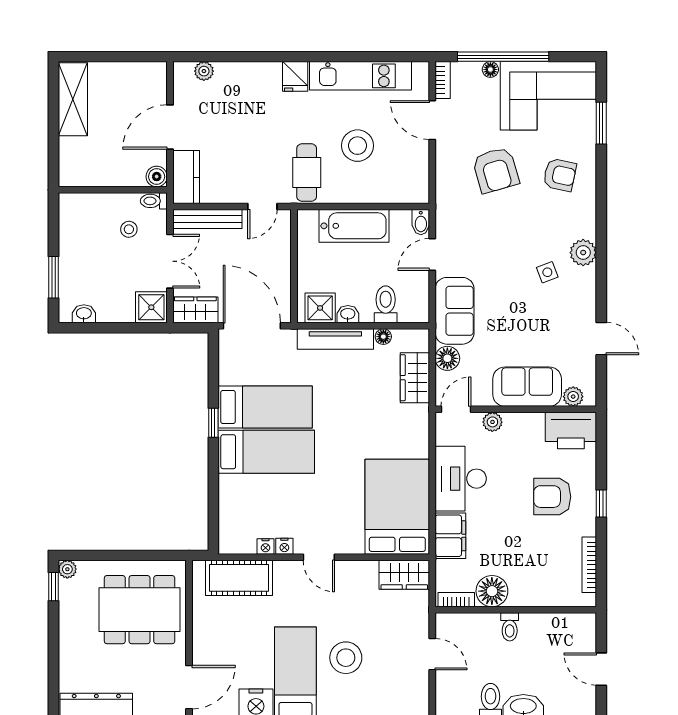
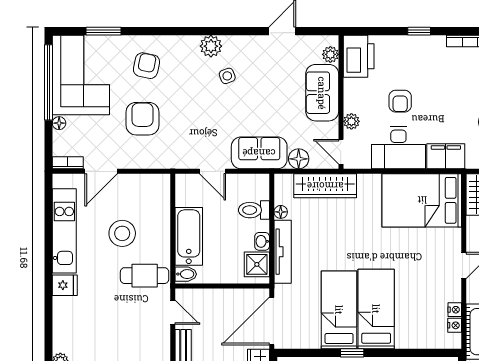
window: (503, 57) -> (48, 82), moved
armchair: (496, 170) -> (142, 119), turned -74
bidet: (421, 222) -> (186, 274), moved
wardrobe: (415, 378) -> (325, 186), width x1.50
armchair: (552, 497) -> (400, 101), moved, width x0.72, depth x0.72
nightstand: (284, 546) -> (455, 325), moved

